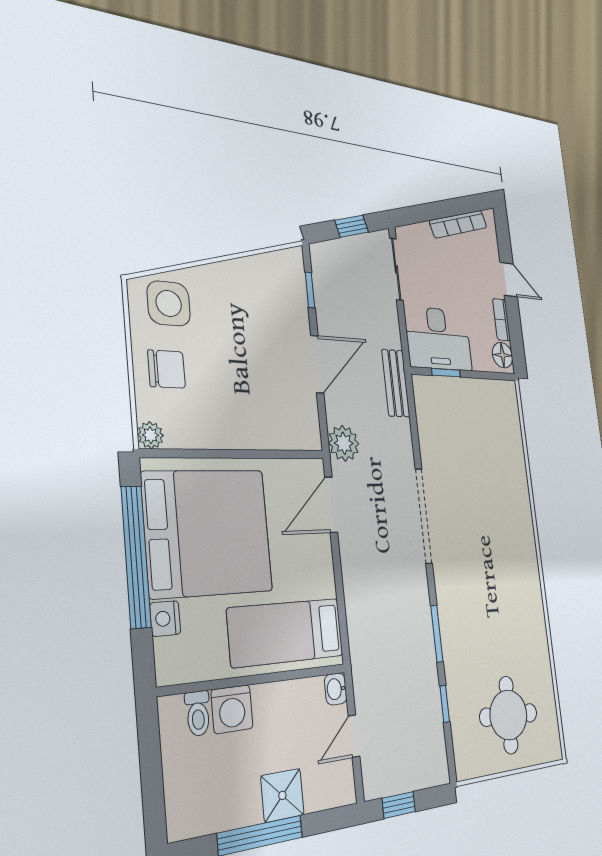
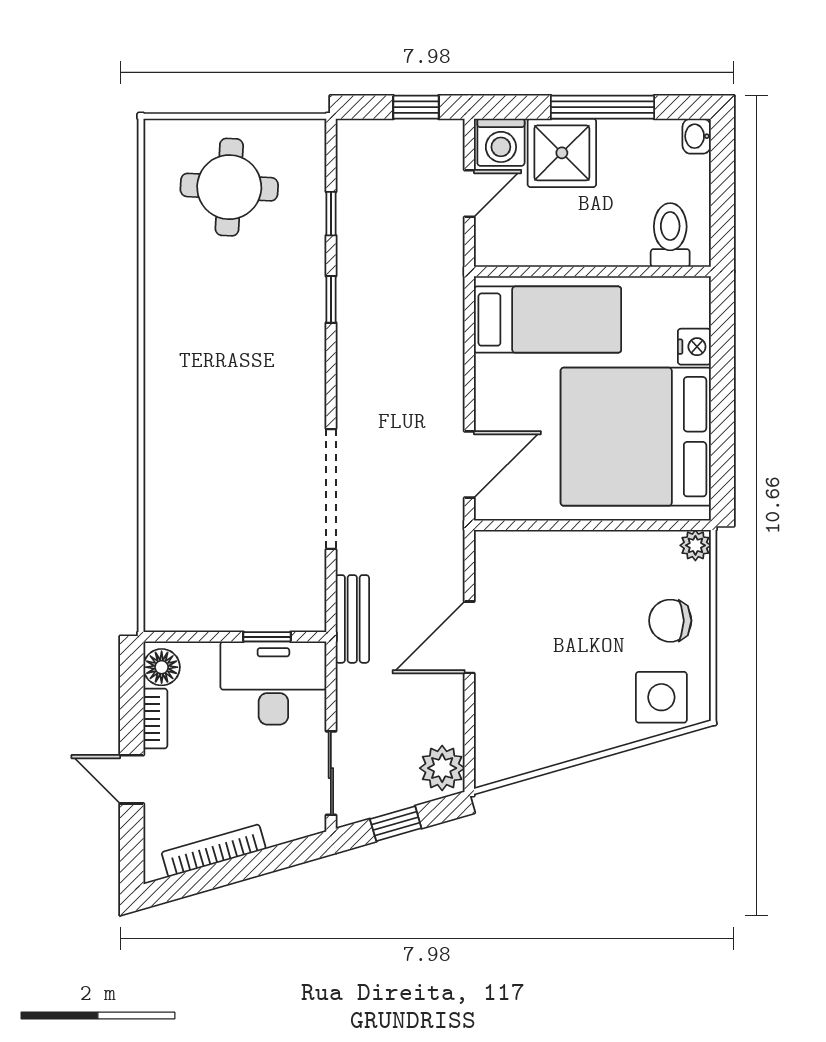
window: (310, 290) -> (469, 731), removed
plant: (344, 443) -> (442, 768), moved
doorway: (424, 516) -> (331, 489), moved
window: (136, 557) -> (722, 414), removed
window: (437, 634) -> (331, 299), width x0.67
washbasin: (336, 689) -> (697, 136), moved, turned 180
washing machine: (232, 709) -> (501, 142), moved, turned 180
toilet: (198, 713) -> (670, 235), width x1.37, depth x1.39
shower: (282, 795) -> (562, 153), width x1.36, depth x1.36

